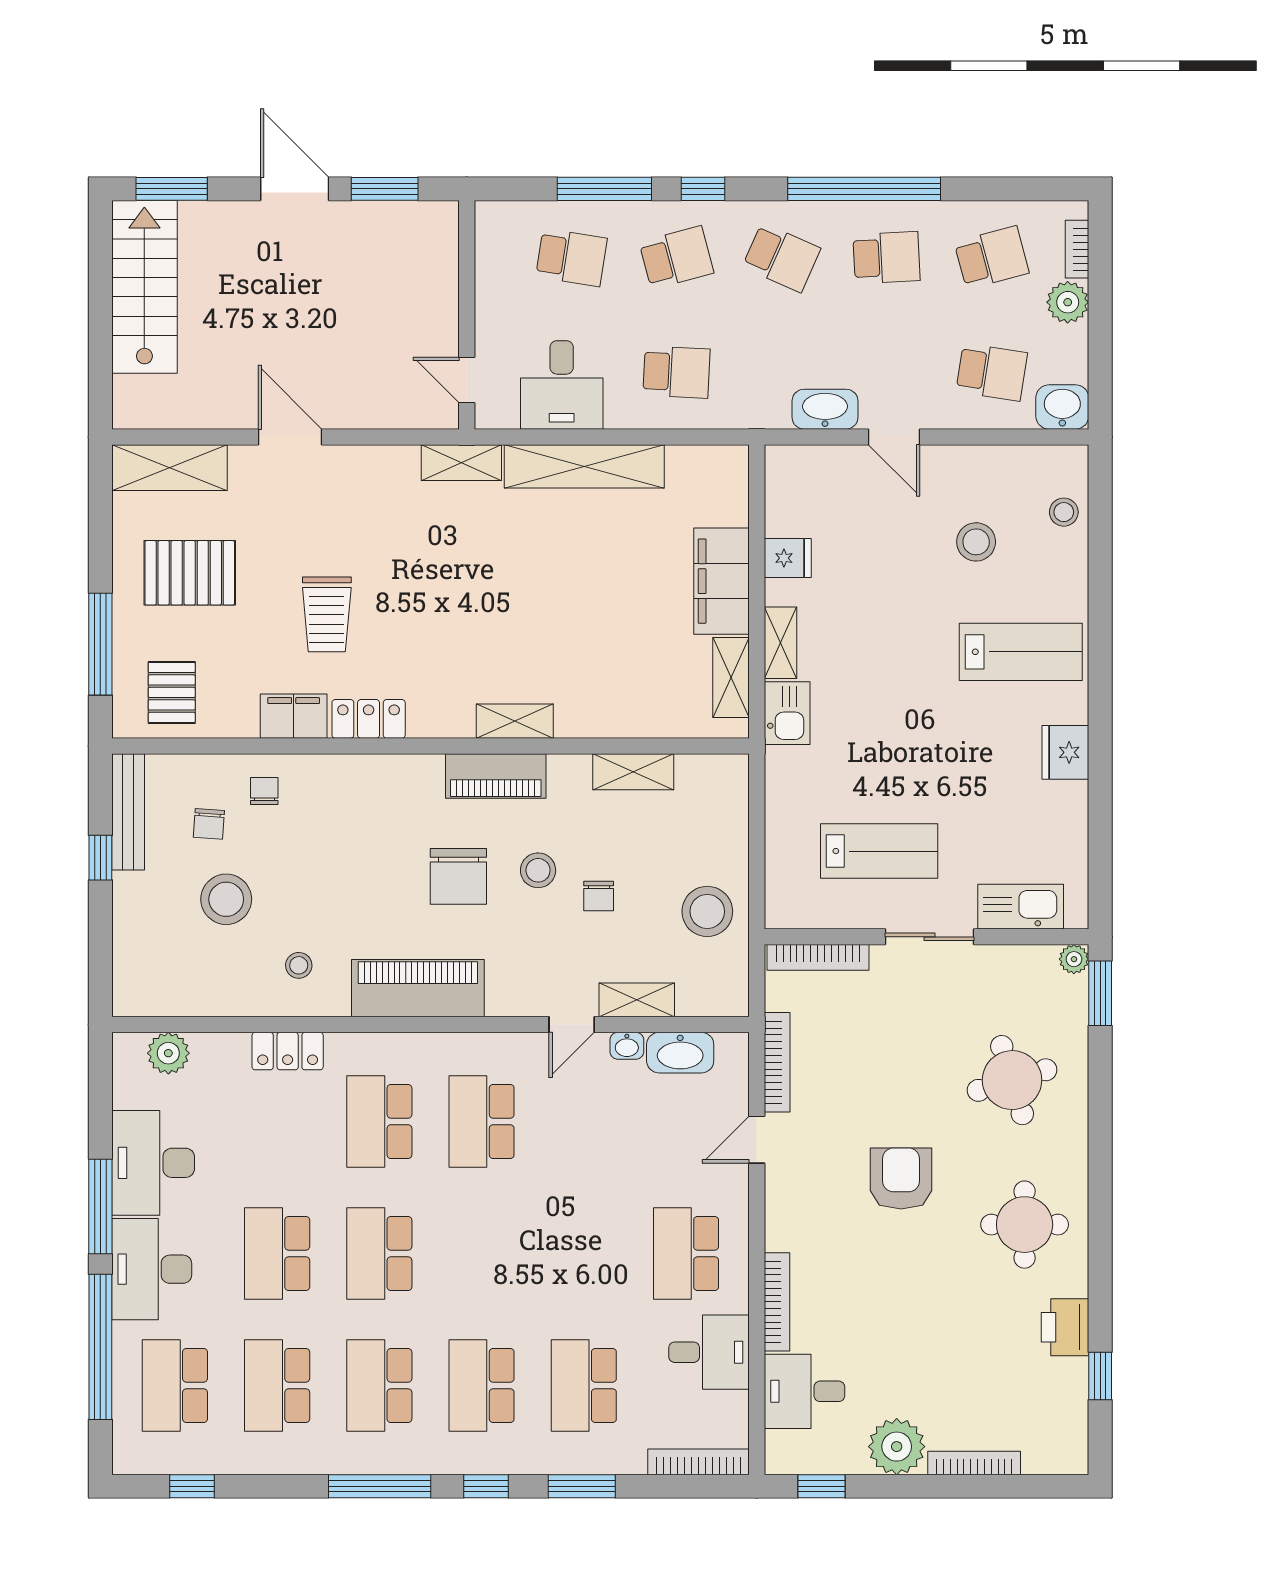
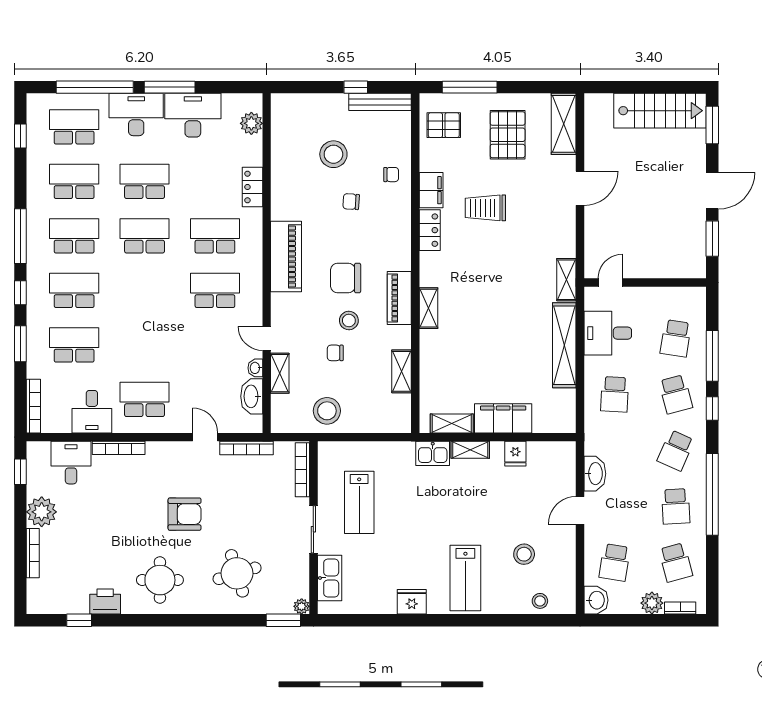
chair: (209, 824) -> (351, 202), moved
stool: (299, 965) -> (298, 193), removed

